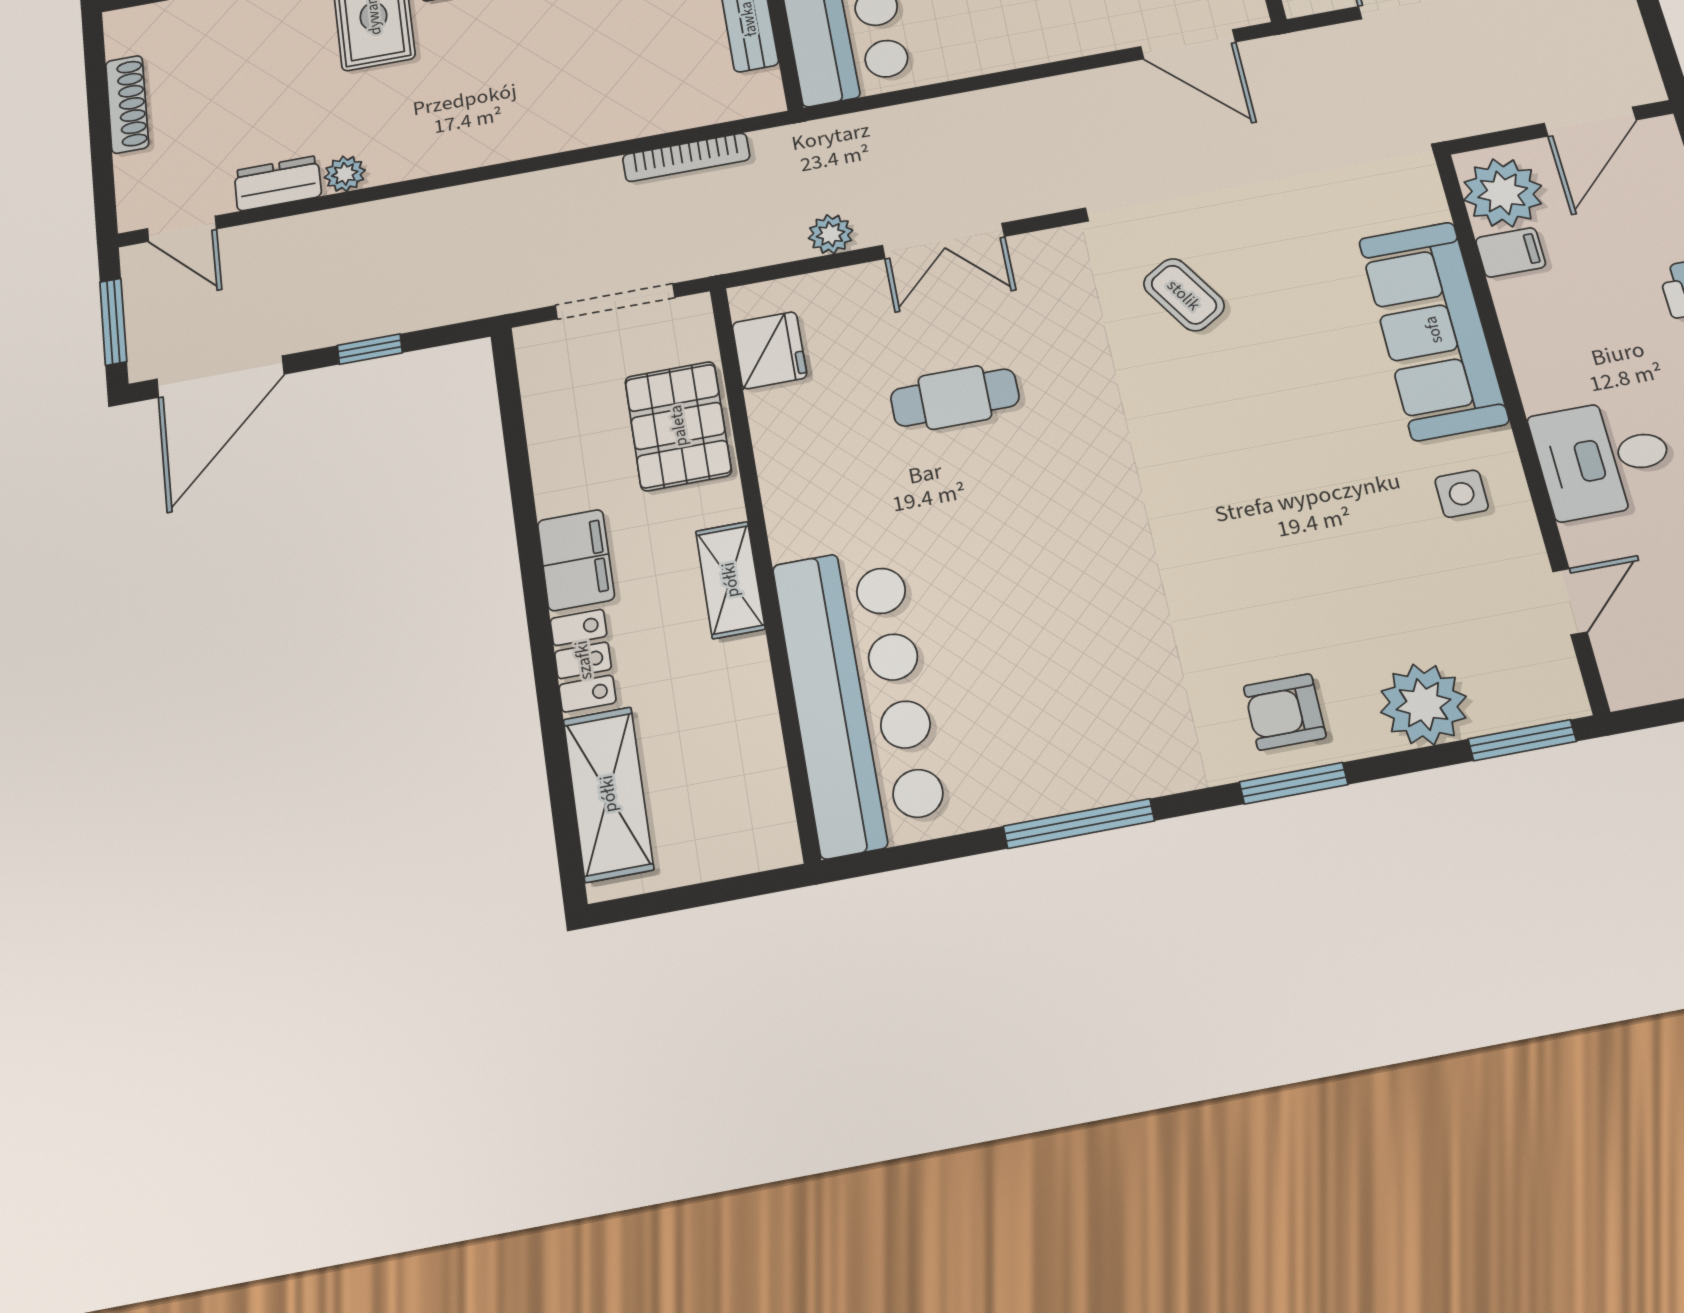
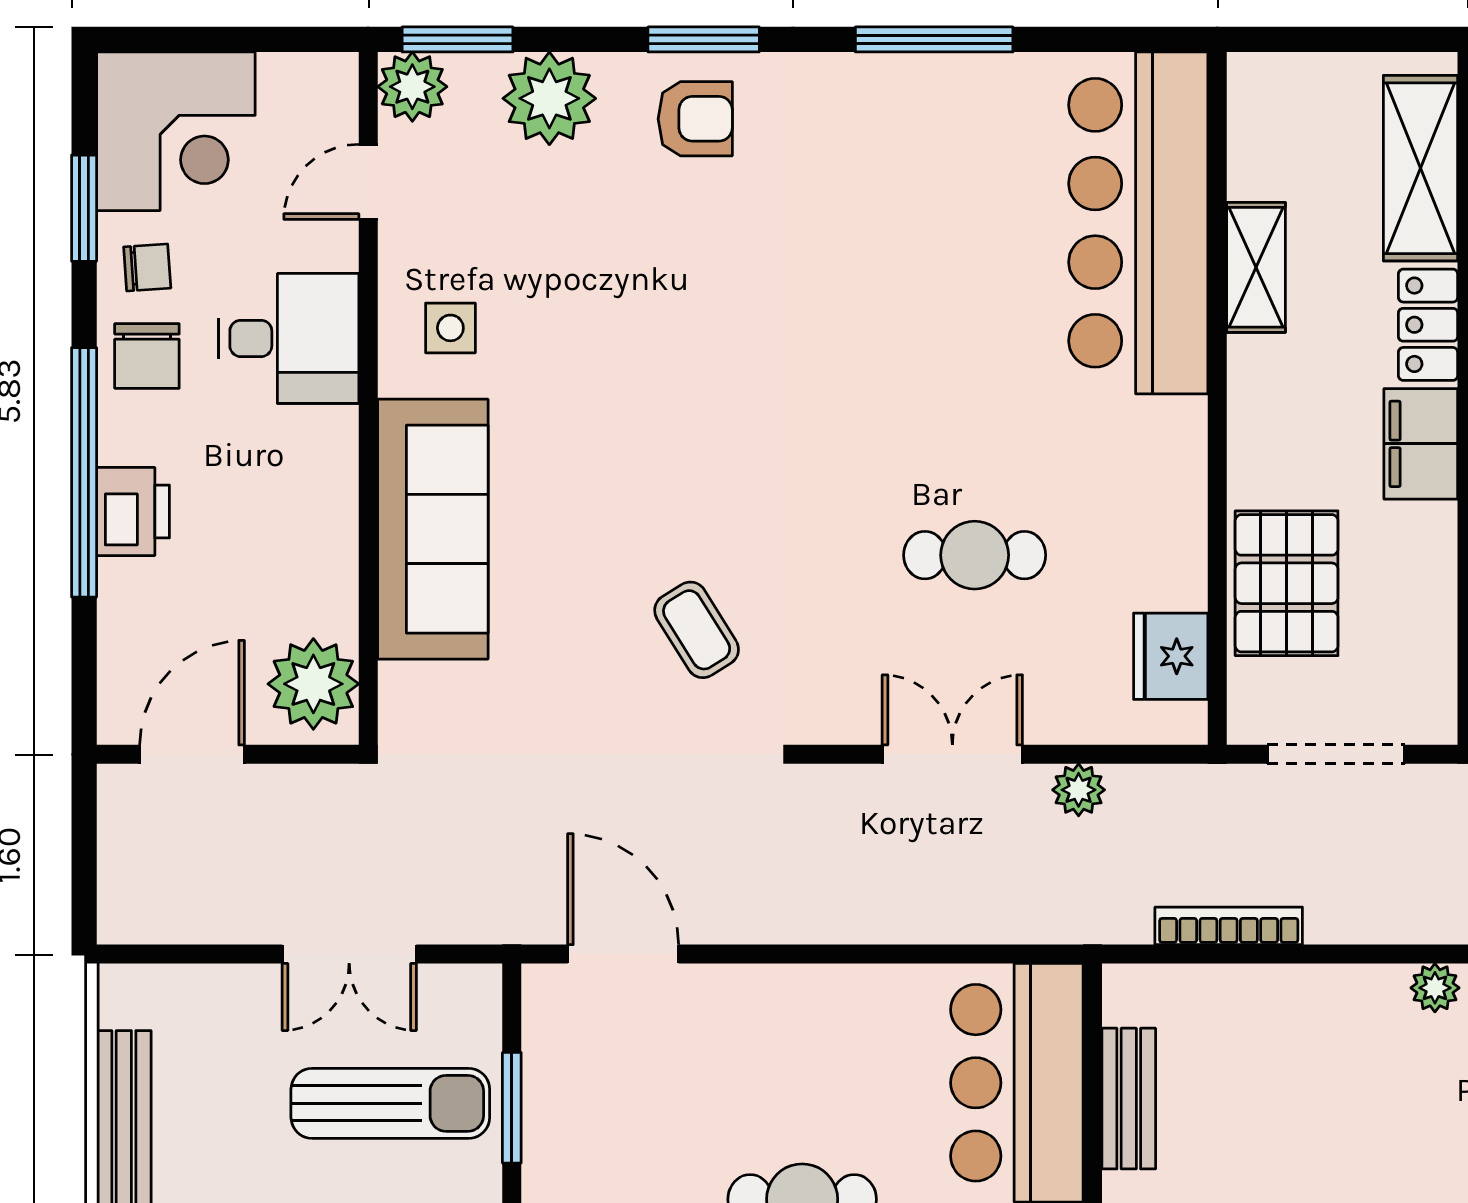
plant: (507, 144) -> (1435, 988), added
filing cabinet: (1511, 252) -> (324, 607), removed
shelving: (730, 580) -> (1256, 267), moved
plant: (1552, 691) -> (412, 87), added

